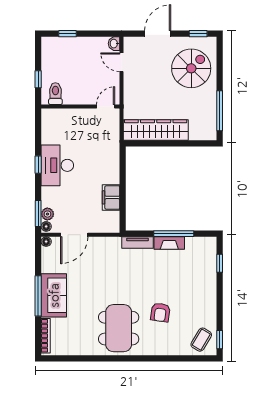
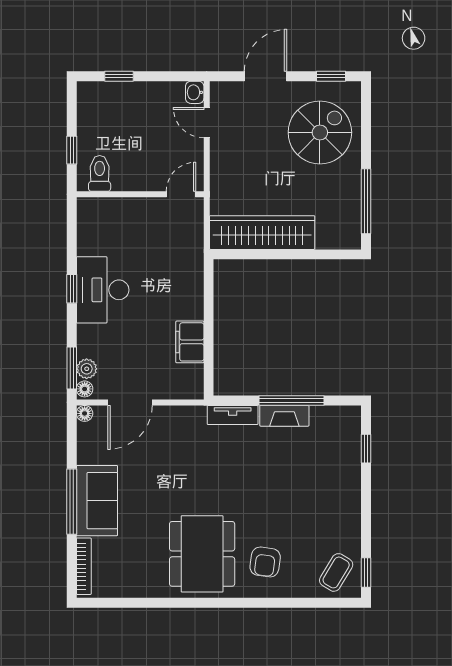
armchair: (160, 312) -> (265, 562), moved

